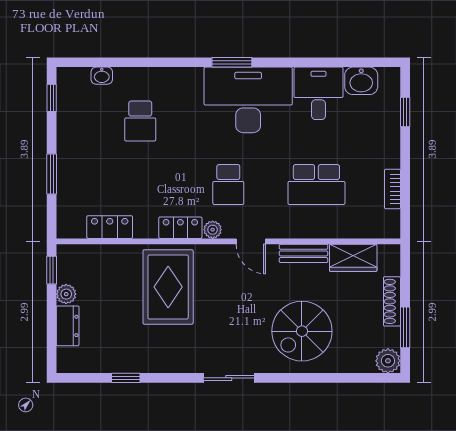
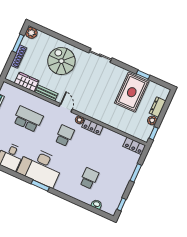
locker: (110, 227) -> (134, 146), moved
rug: (168, 287) -> (132, 92), moved
spiral stairs: (302, 331) -> (61, 61), turned -90

